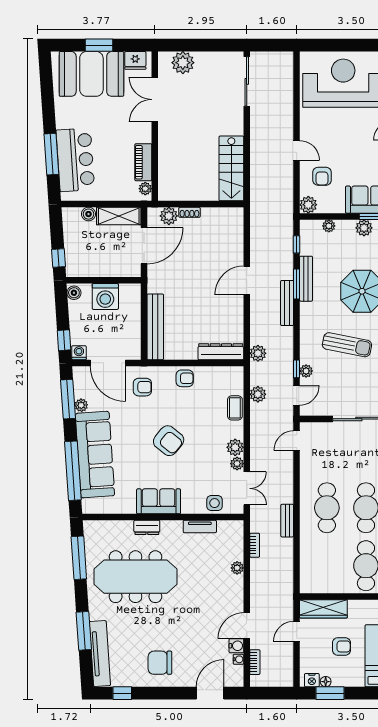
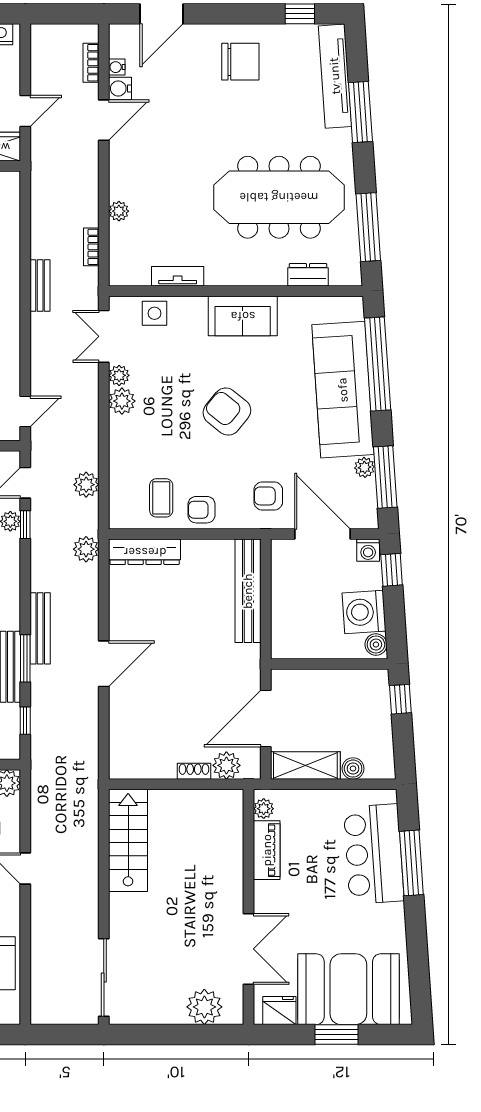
washing machine: (105, 296) -> (364, 612), moved, turned -94
coffee table: (235, 408) -> (161, 498), moved
dresser: (147, 527) -> (308, 275), moved

